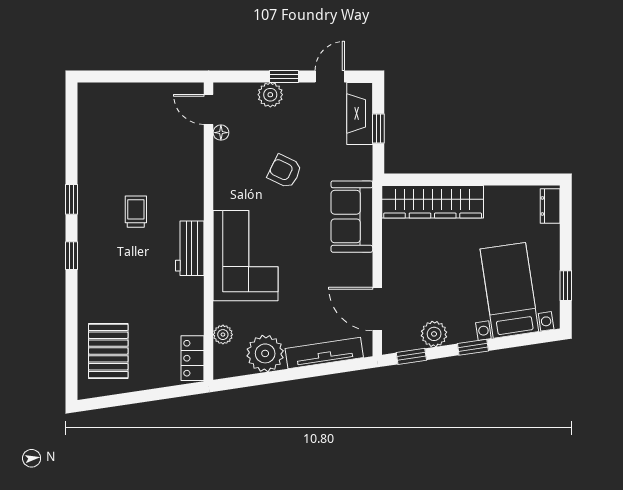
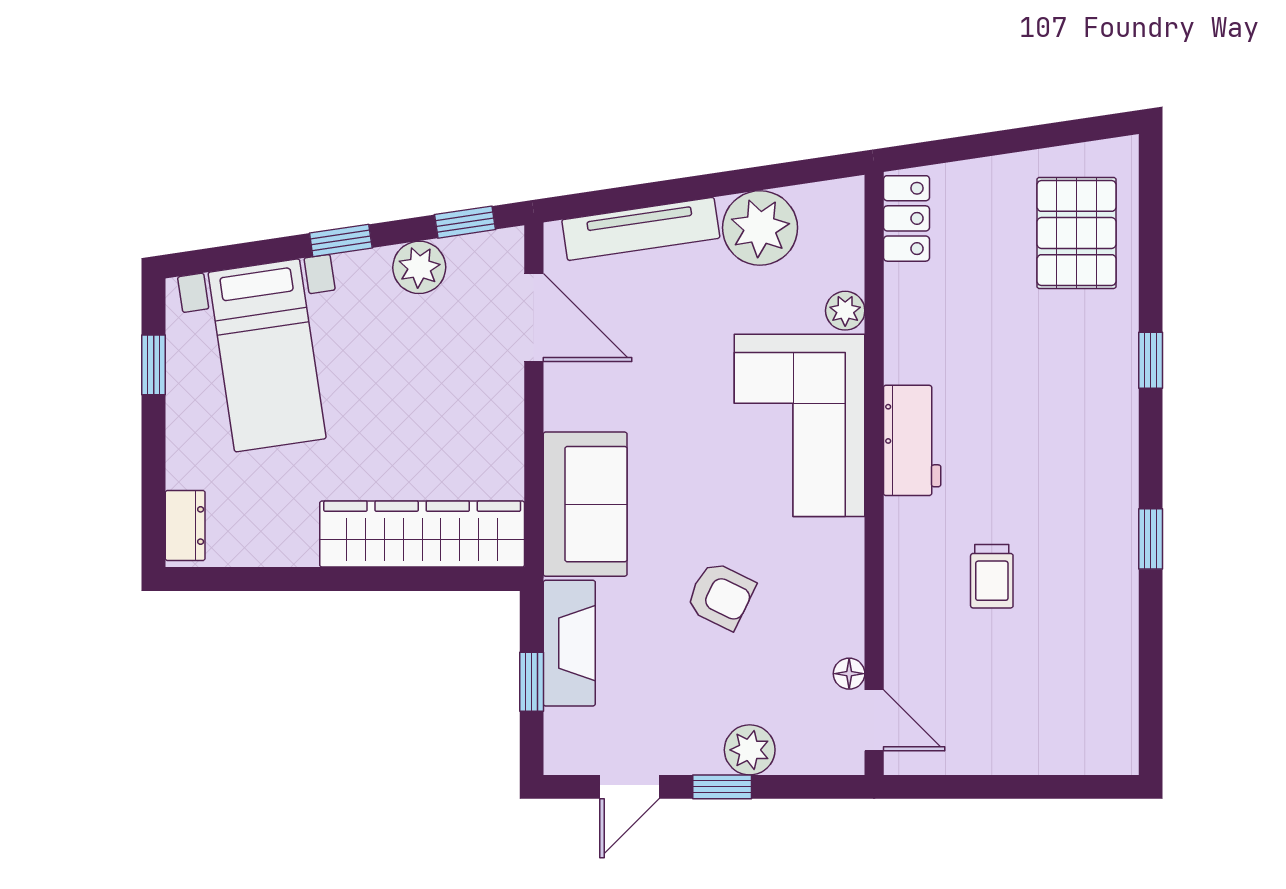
fireplace: (360, 113) -> (569, 643), moved
trolley: (136, 212) -> (992, 576), moved
window: (72, 256) -> (1151, 360), moved
plant: (223, 335) -> (845, 311), moved

